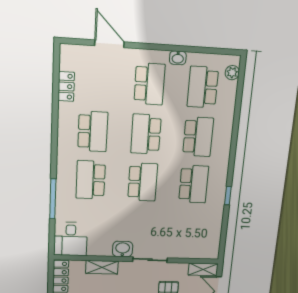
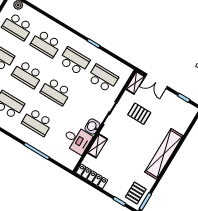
school desk: (198, 137) -> (46, 44), turned 180
school desk: (143, 182) -> (56, 92), turned 180
school desk: (189, 230) -> (103, 78), added
desk: (71, 239) -> (77, 140), moved

